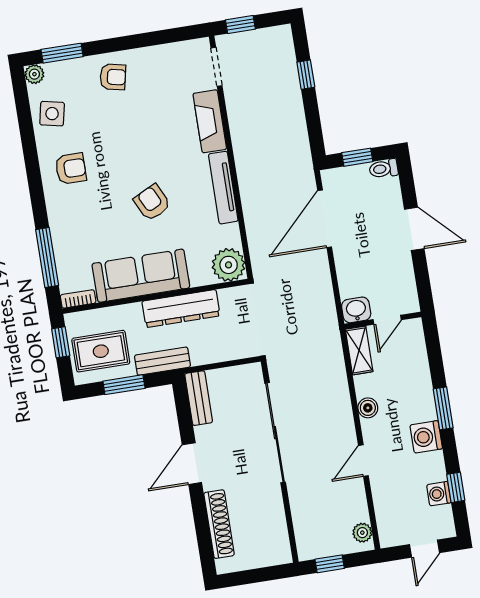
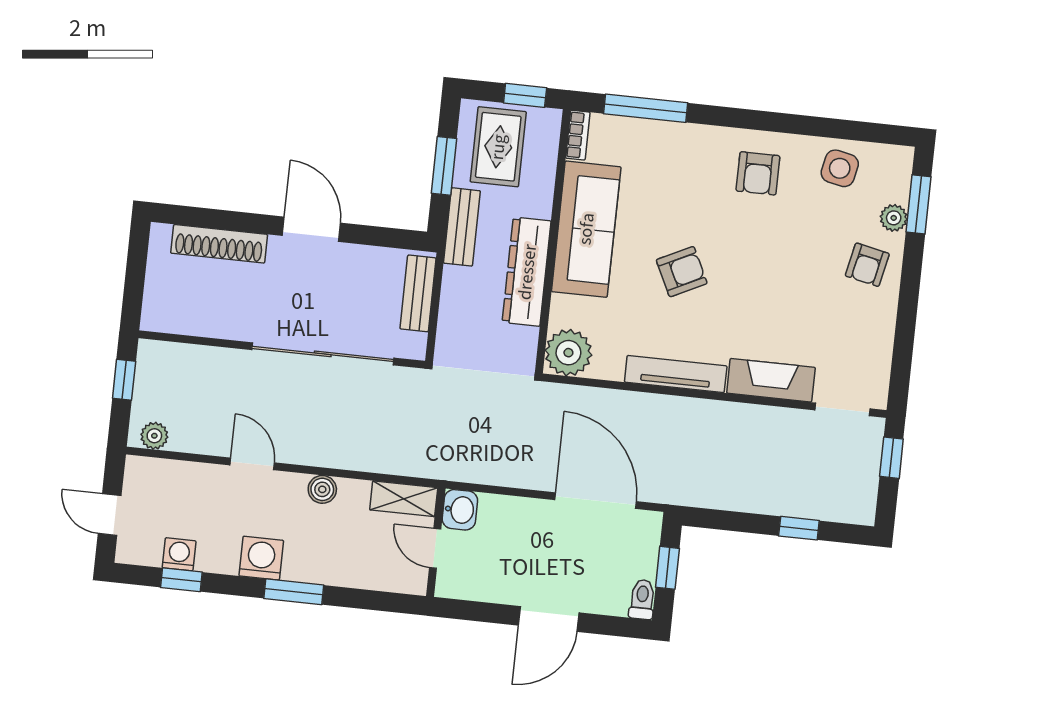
plant: (34, 74) -> (894, 218), moved
bench: (199, 398) -> (418, 293), moved, turned 90

